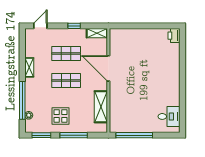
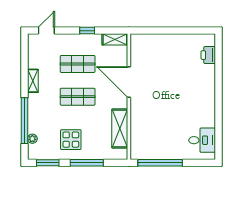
printer: (174, 36) -> (208, 55), moved

